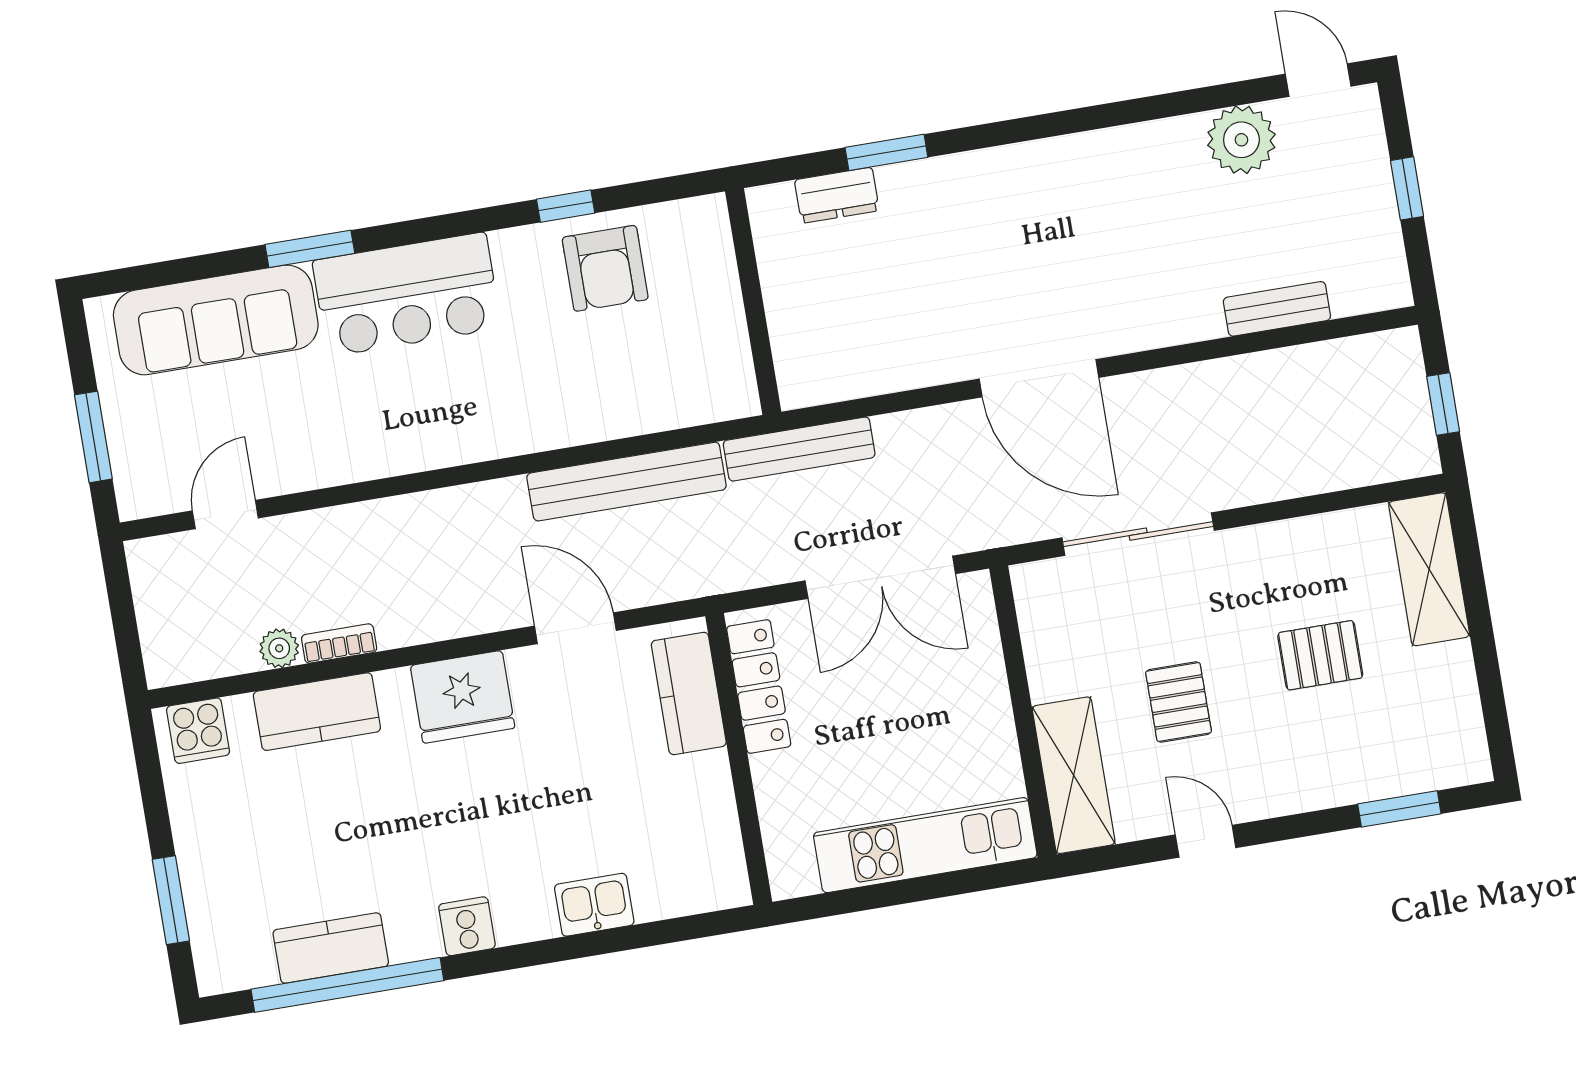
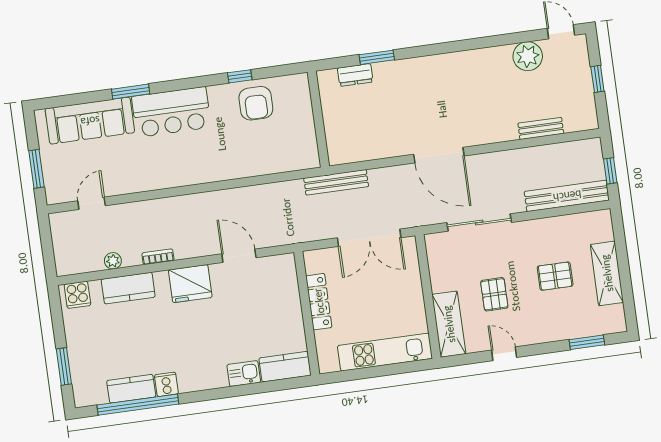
bench: (627, 482) -> (567, 196), moved
shelving: (1429, 569) -> (607, 273), moved
bookcase: (339, 643) -> (158, 257), moved
locker: (759, 687) -> (319, 302), moved
kitchen counter: (689, 693) -> (285, 367), moved, turned 90
cooker: (467, 926) -> (166, 384), moved

